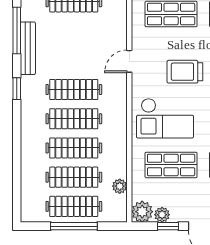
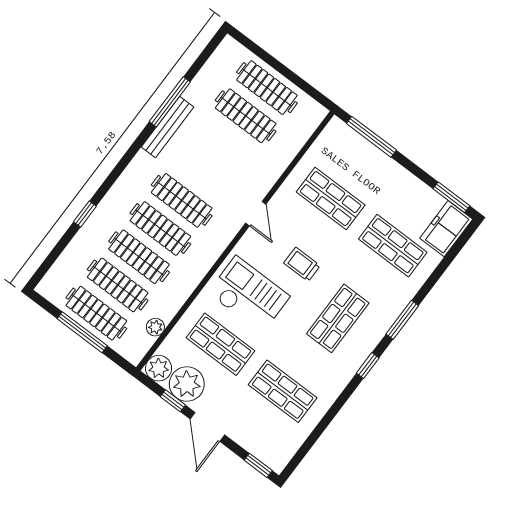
door: (129, 61) -> (256, 214), swing flipped
trolley: (185, 72) -> (302, 264), width x0.73, depth x0.72
window: (17, 89) -> (85, 214), moved
checkout: (165, 118) -> (249, 295), turned 180
plant: (162, 215) -> (187, 384), width x1.87, depth x1.87

